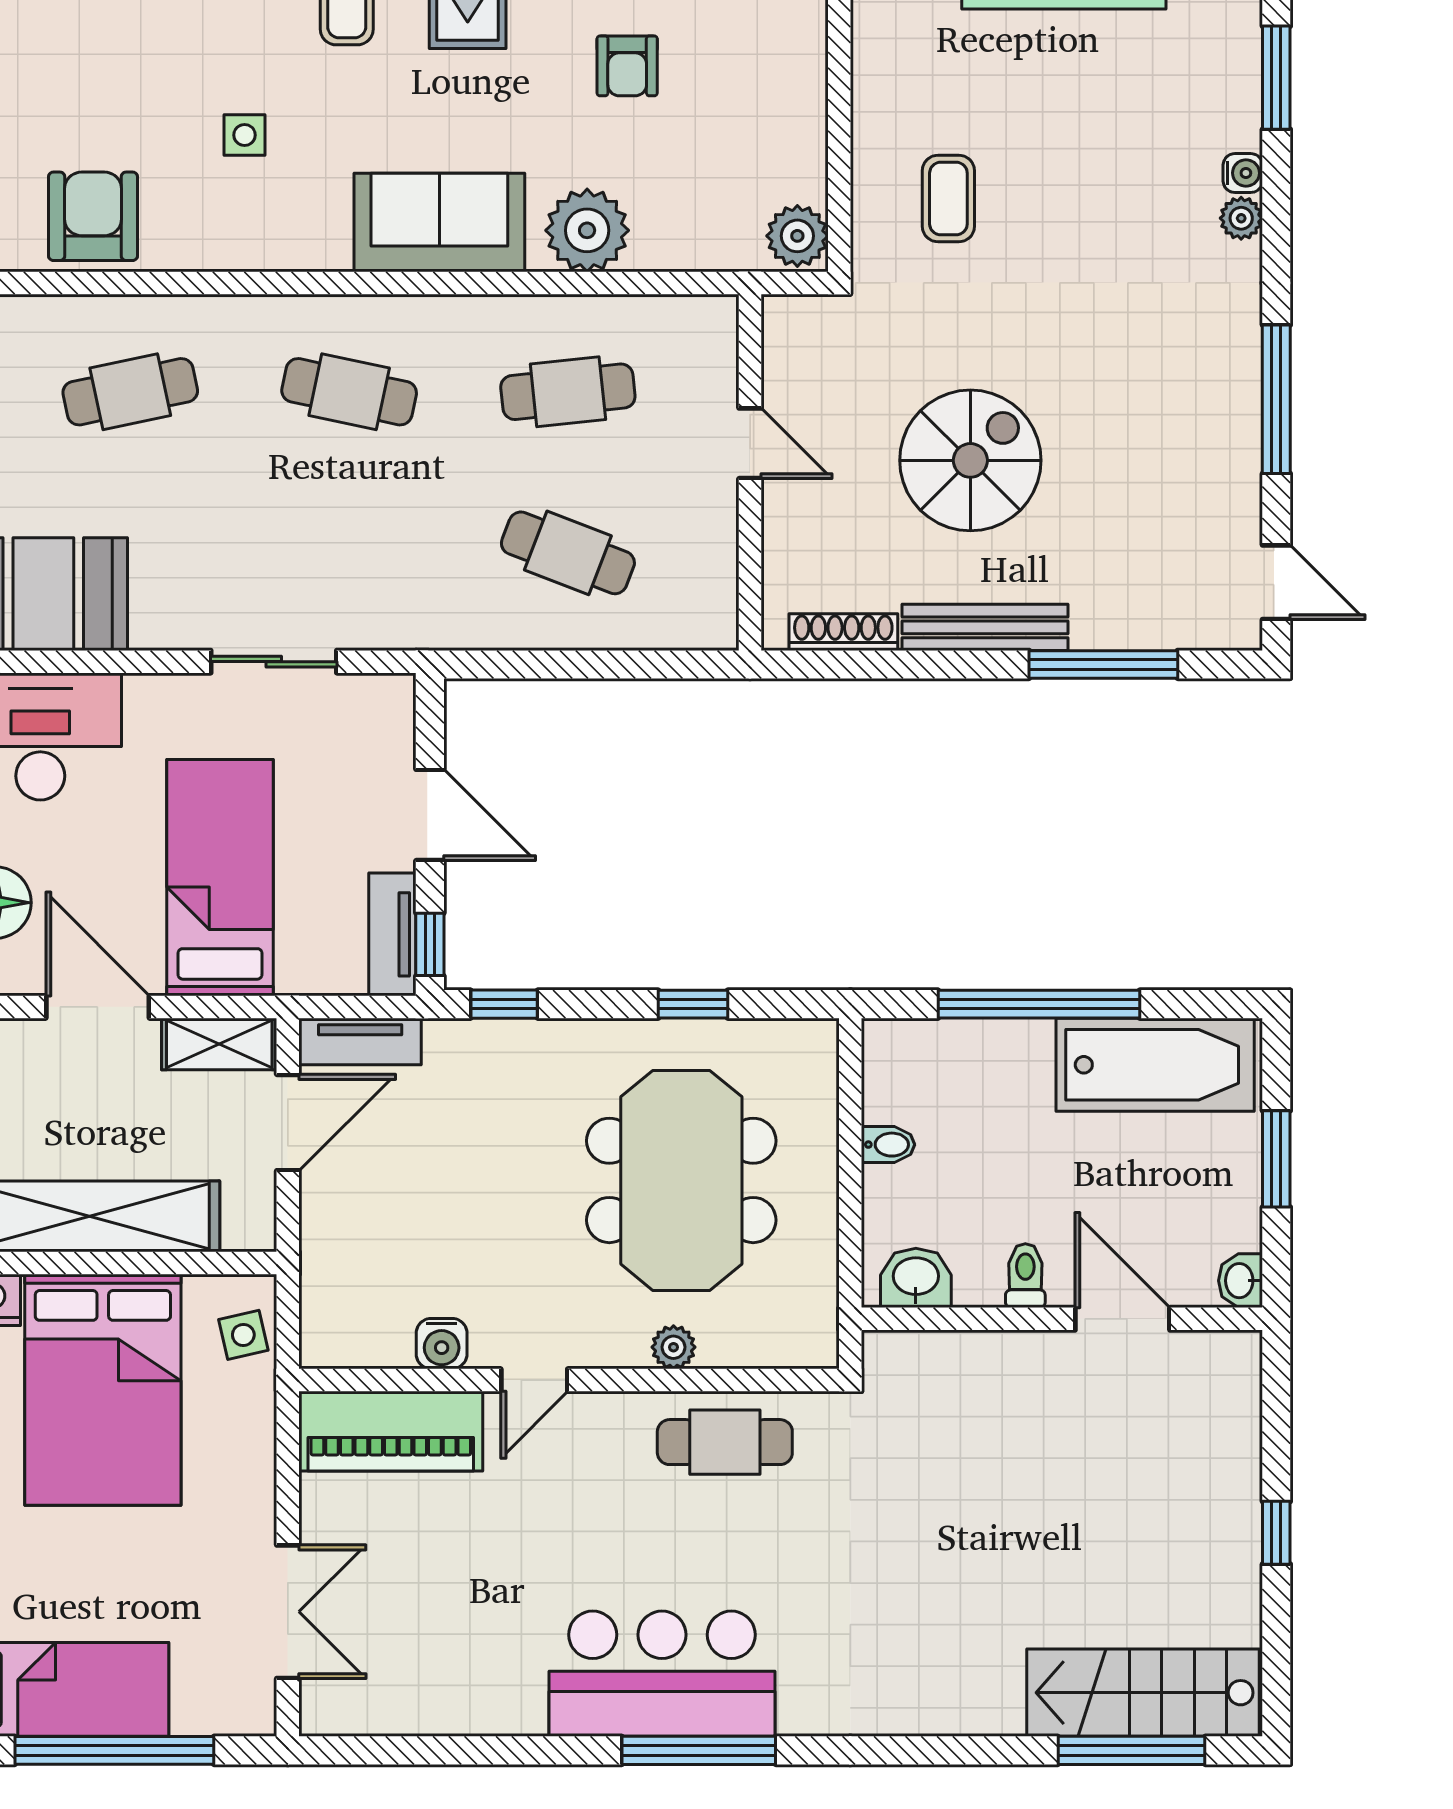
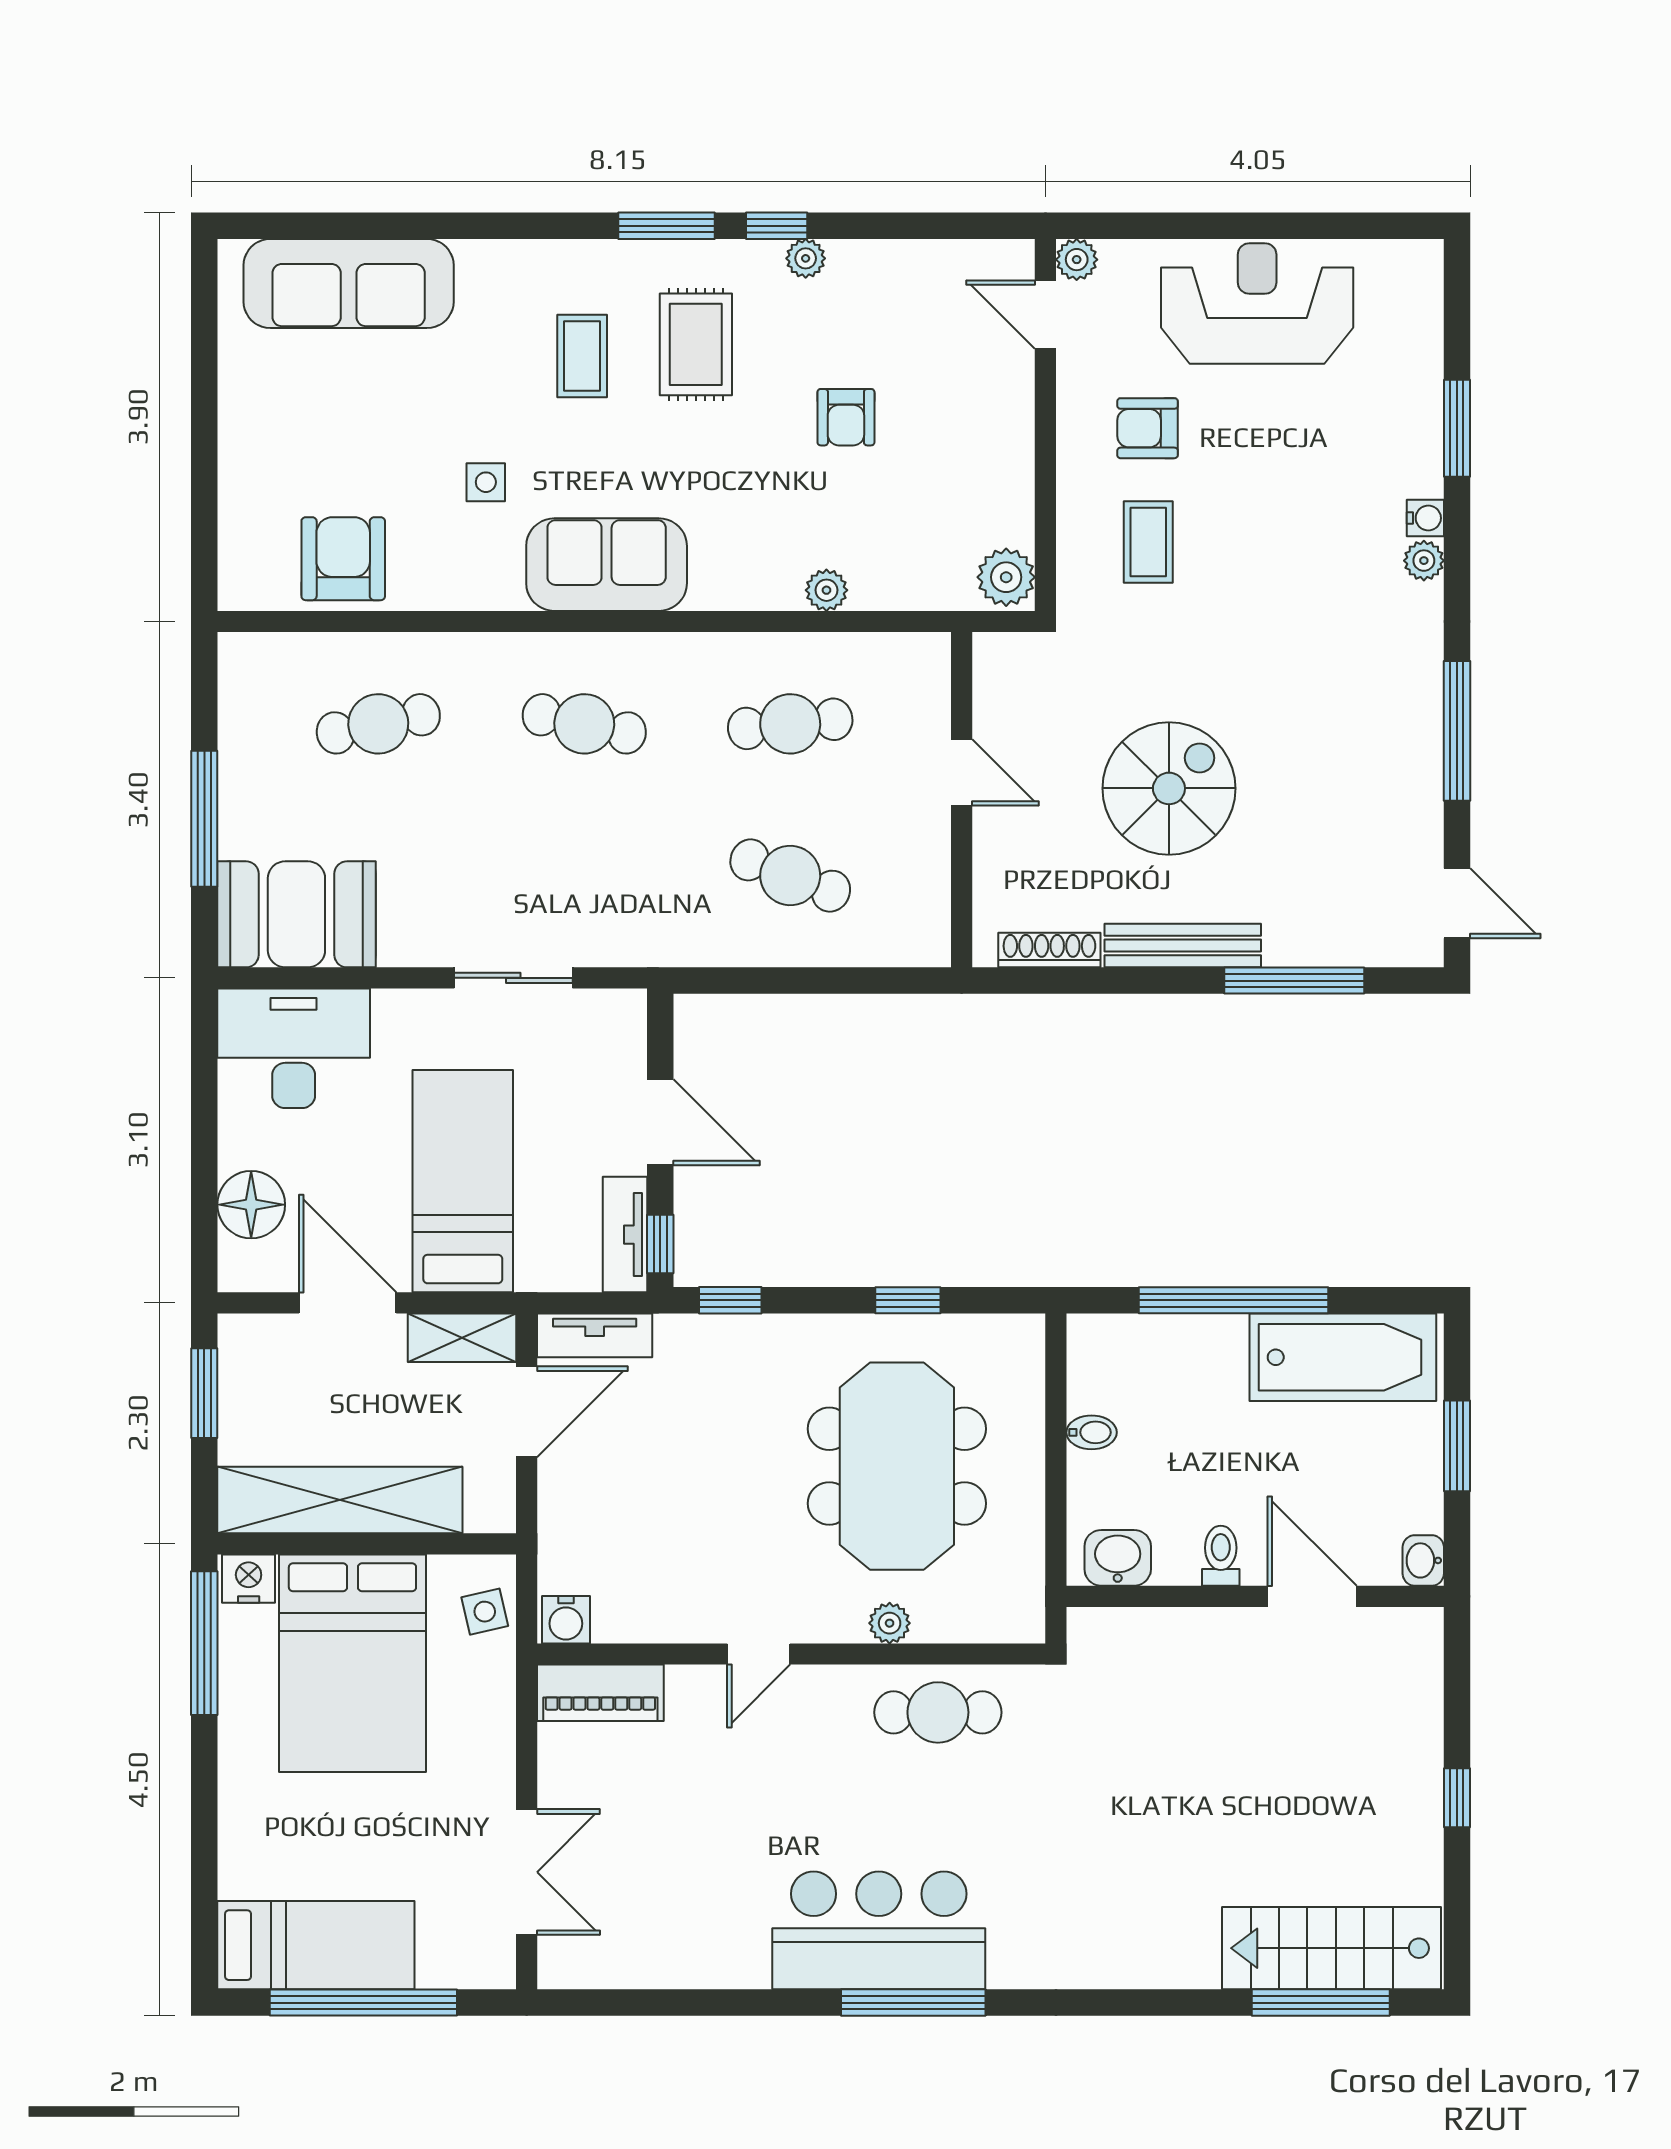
armchair: (948, 78) -> (1148, 428), added
sofa: (439, 223) -> (607, 565), moved
plant: (587, 230) -> (826, 590), width x0.53, depth x0.53
water cooler: (442, 1344) -> (566, 1620), moved
piano: (391, 1431) -> (600, 1693), width x0.73, depth x0.75

